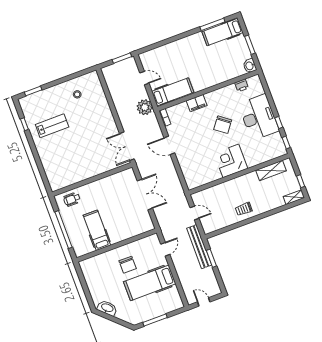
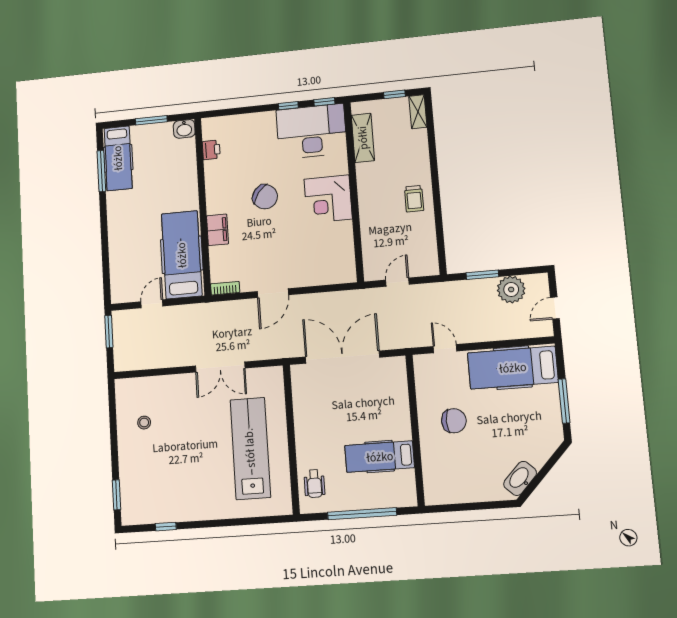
hospital bed: (173, 92) -> (182, 255), width x1.37, depth x1.29
plant: (145, 107) -> (511, 290), moved
desk: (259, 117) -> (311, 131), moved
lab bench: (52, 126) -> (250, 448), moved, width x1.86, depth x1.39
double door: (127, 146) -> (220, 367), moved
double door: (145, 195) -> (342, 357), width x1.36
bench: (199, 247) -> (457, 290), removed
hospital bed: (150, 283) -> (513, 368), moved, turned 90

